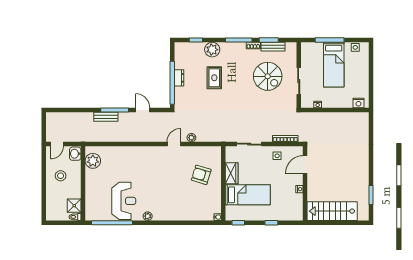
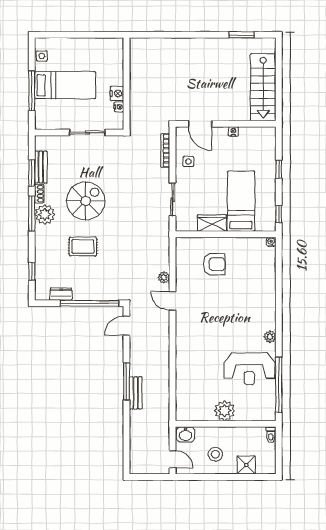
plant: (212, 50) -> (45, 214), moved
spiral stairs: (268, 76) -> (86, 201), moved
dresser: (179, 78) -> (61, 294), moved
nightstand: (358, 103) -> (117, 93), moved
door: (143, 110) -> (127, 326), moved
plant: (93, 161) -> (225, 411), moved
armchair: (201, 175) -> (214, 264), turned -107
reception desk: (124, 201) -> (249, 369), turned 180
shower: (74, 206) -> (246, 465), moved

